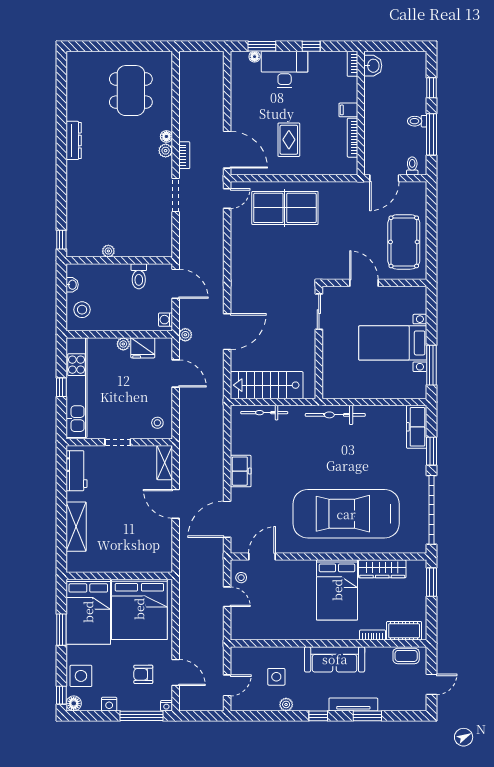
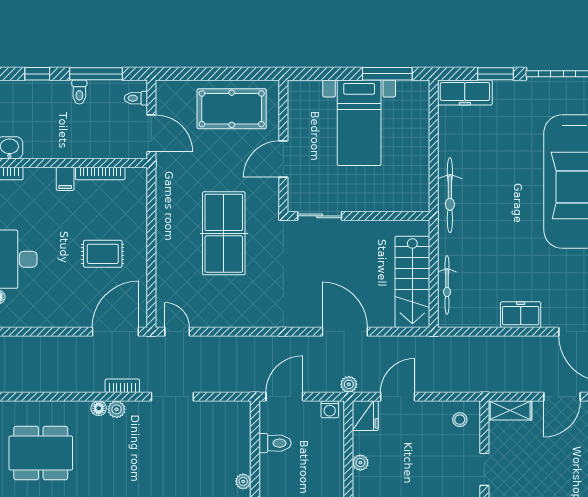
table tennis table: (285, 208) -> (224, 233), moved
fridge: (143, 348) -> (365, 416), moved

